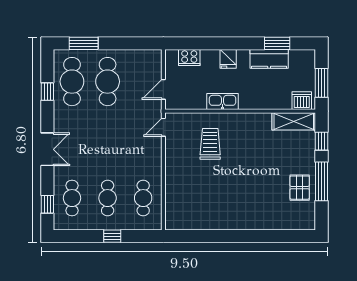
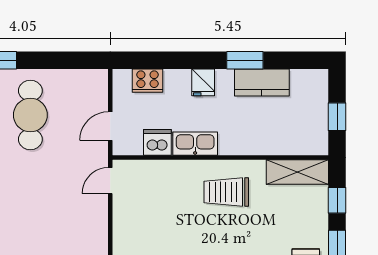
window: (277, 43) -> (245, 60), moved
window: (322, 83) -> (337, 117), width x0.67
dishwasher: (302, 101) -> (157, 142), moved
trolley: (210, 144) -> (226, 192), moved, turned -90

